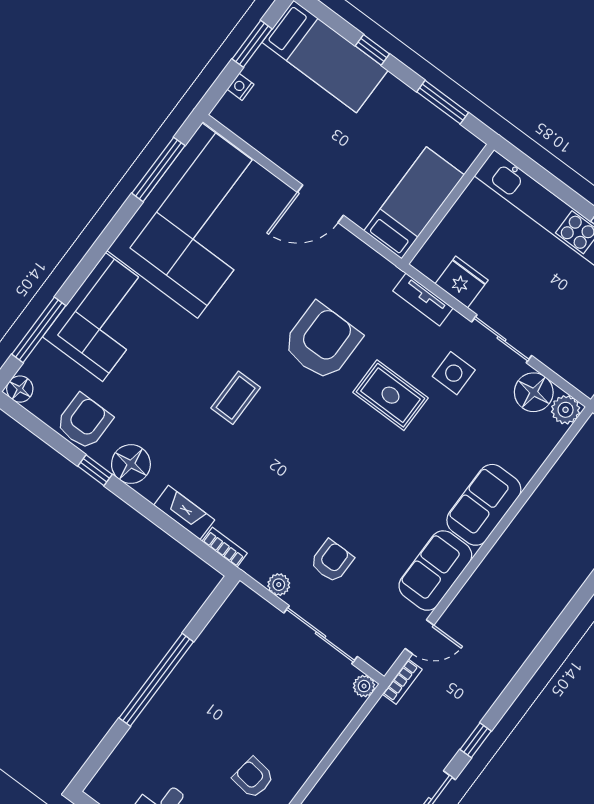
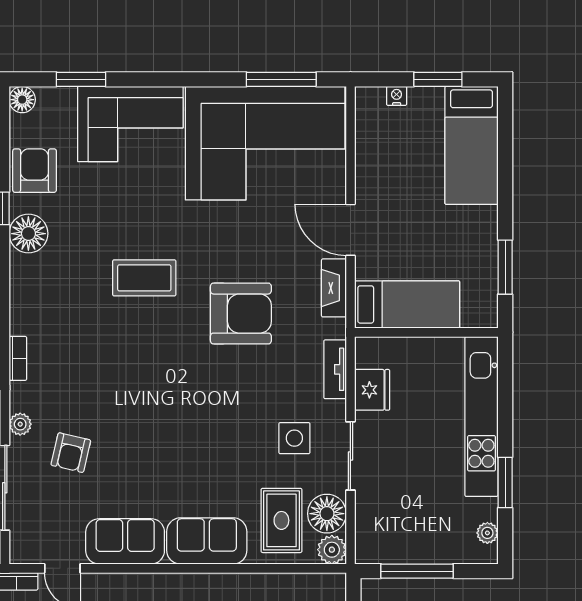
window: (372, 50) -> (505, 180), removed
window: (39, 330) -> (81, 79), width x0.69
rug: (390, 395) -> (281, 520), moved
coffee table: (236, 398) -> (144, 278), width x1.36, depth x1.30
armchair: (84, 422) -> (35, 171), turned -90
fireplace: (184, 512) -> (334, 288), moved, turned 180
armchair: (332, 561) -> (71, 453), turned 103

